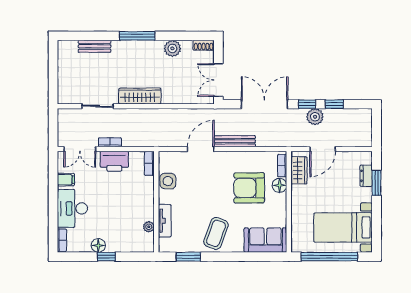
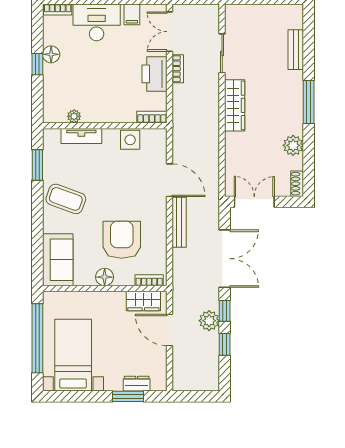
floor lamp: (279, 185) -> (105, 277), moved

